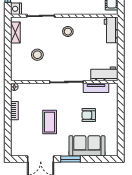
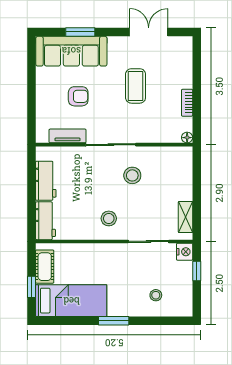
stool: (37, 55) -> (132, 175), moved
workbench: (104, 74) -> (46, 181), moved, turned -90
sofa: (87, 146) -> (71, 51), width x1.36
window: (71, 159) -> (80, 32), moved

